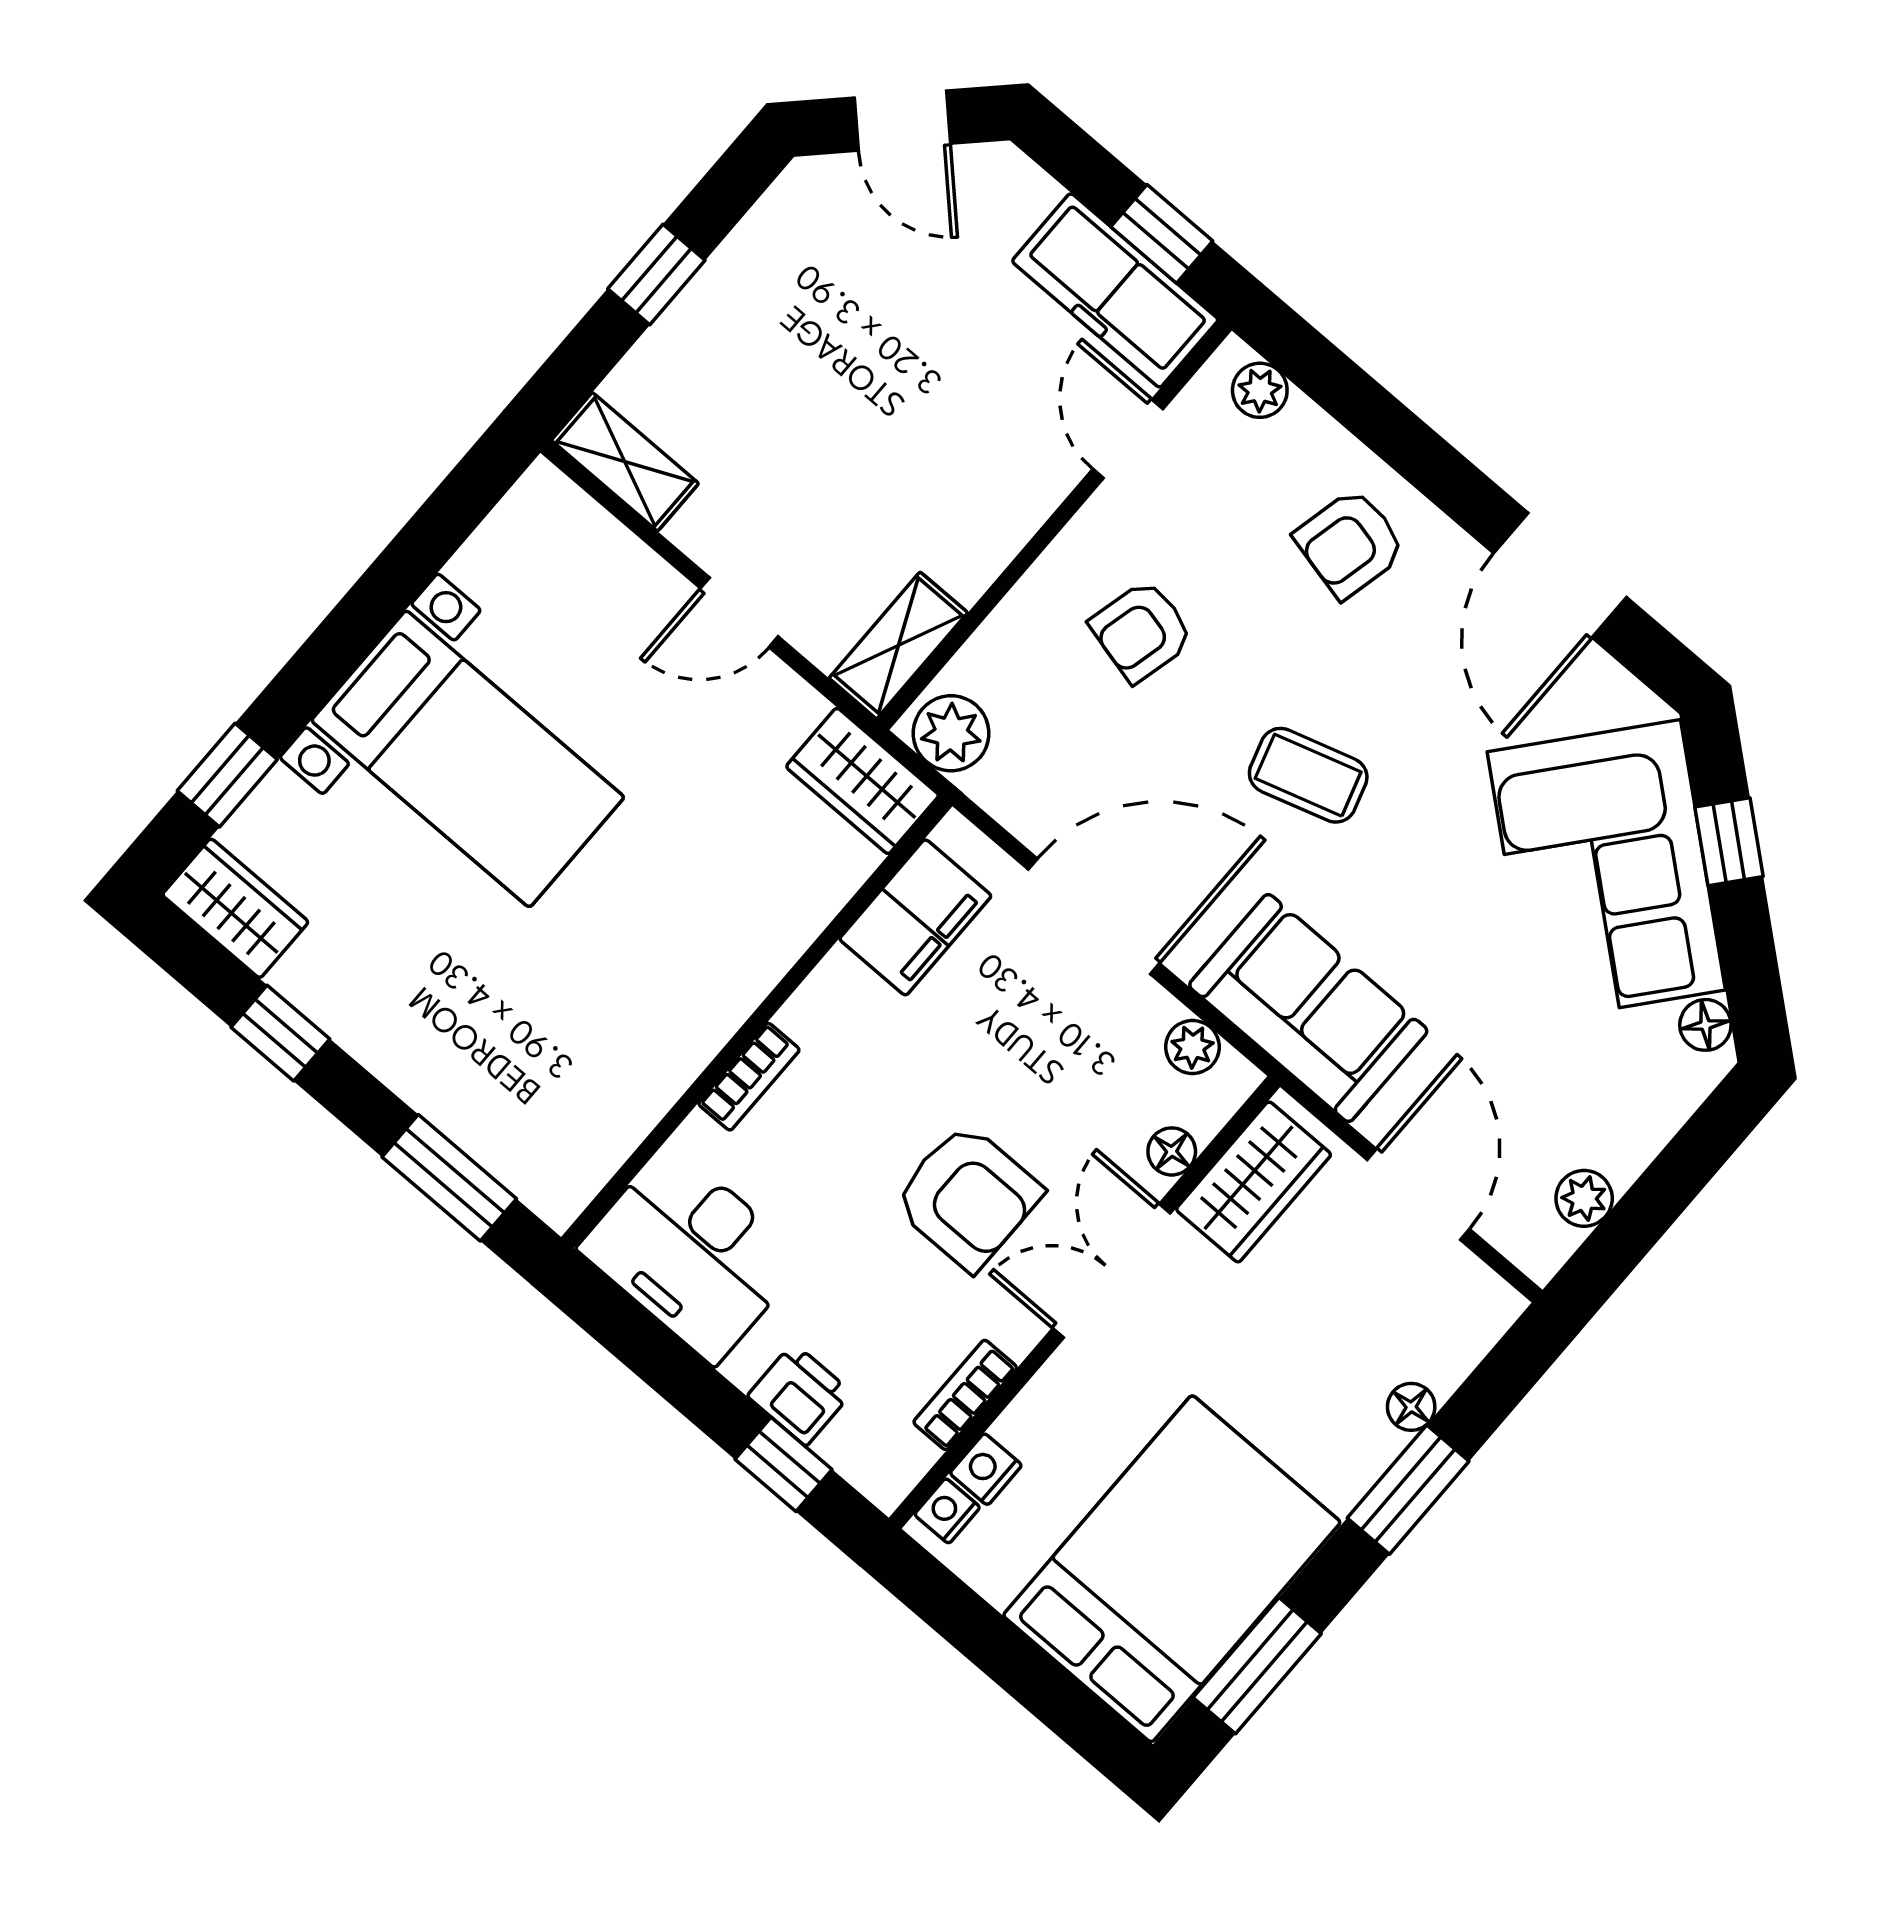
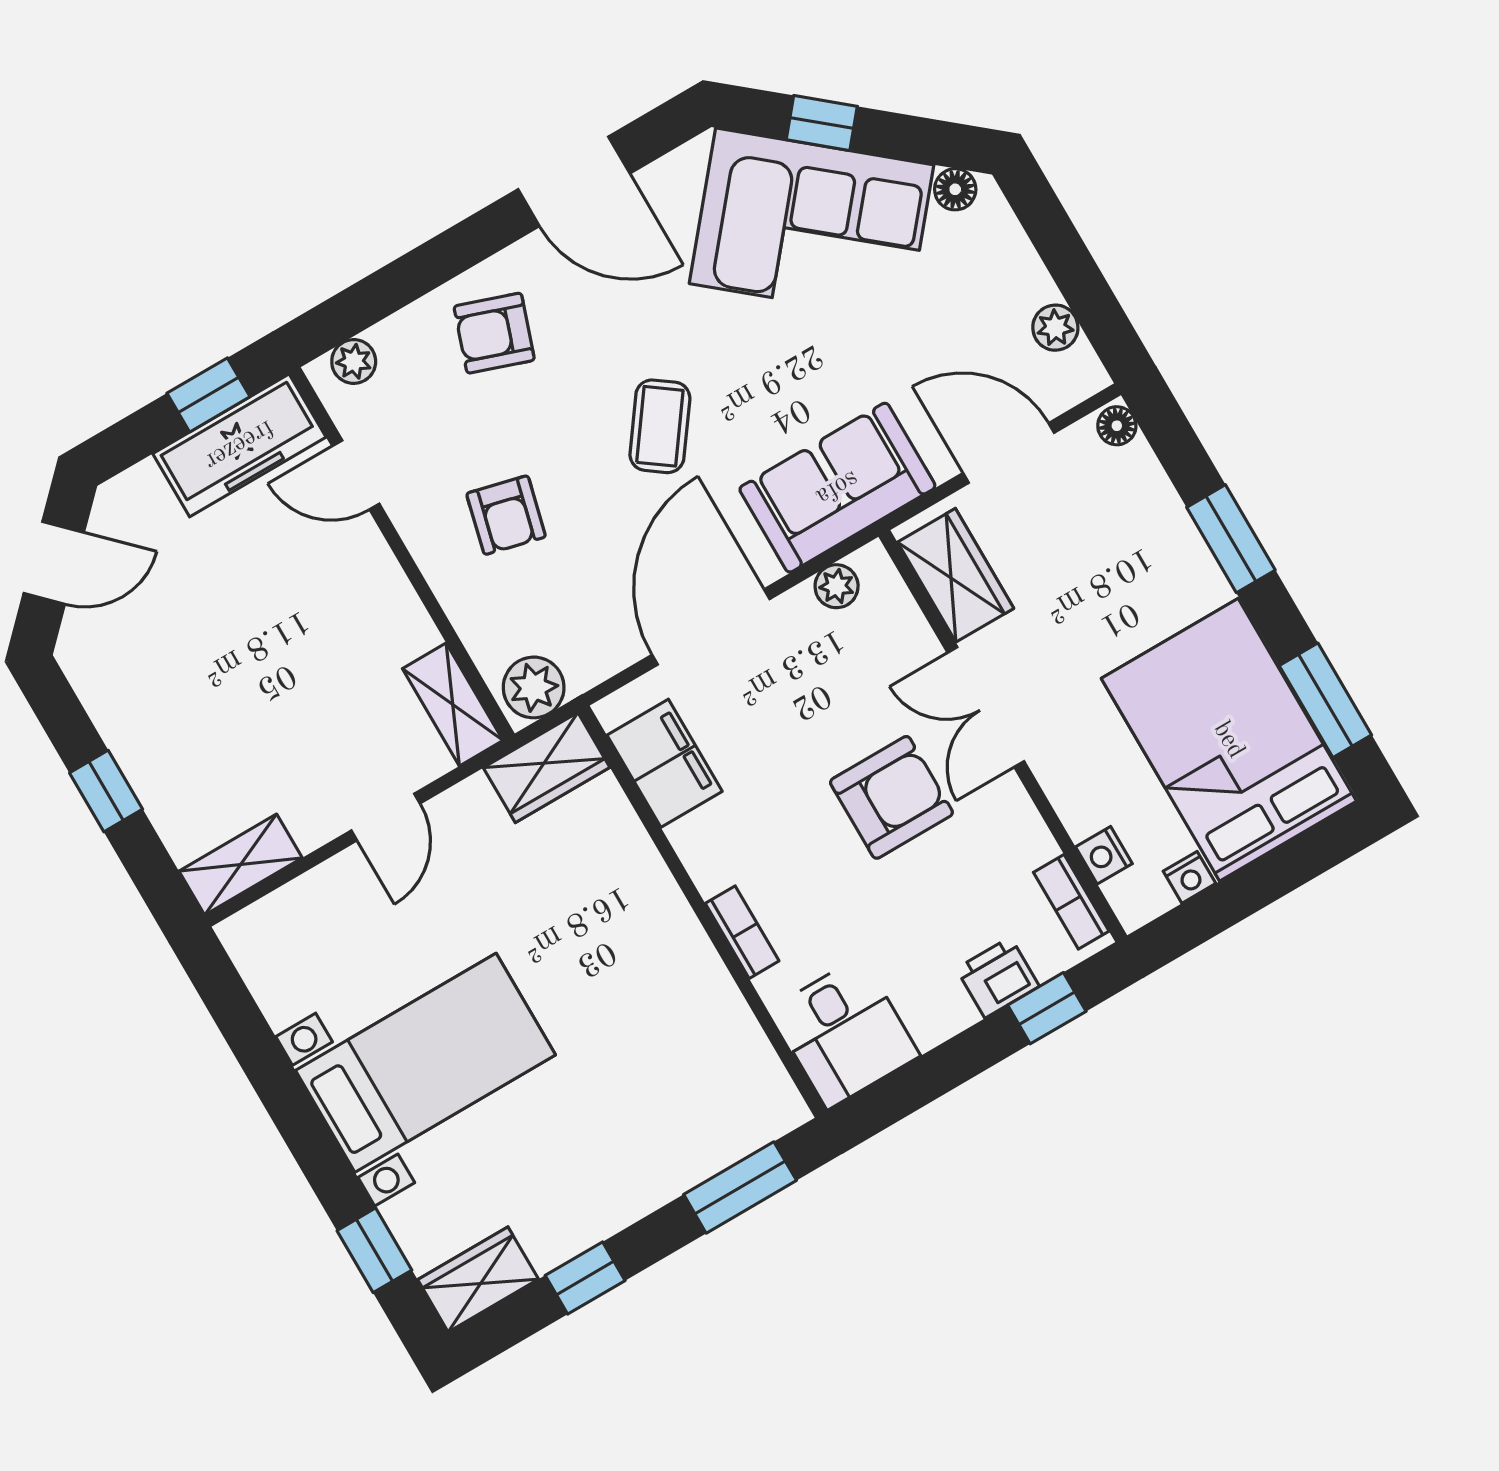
armchair: (1350, 543) -> (494, 333), turned 96
coffee table: (1308, 775) -> (660, 426), turned -37
floor lamp: (1172, 1151) -> (911, 630), removed
desk: (692, 1254) -> (845, 1033), width x0.73
bookcase: (965, 1395) -> (1071, 902), moved
floor lamp: (1411, 1407) -> (1117, 426), moved
nightstand: (947, 1511) -> (1189, 877), moved, turned -90

